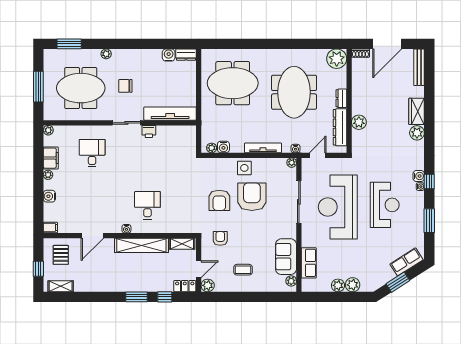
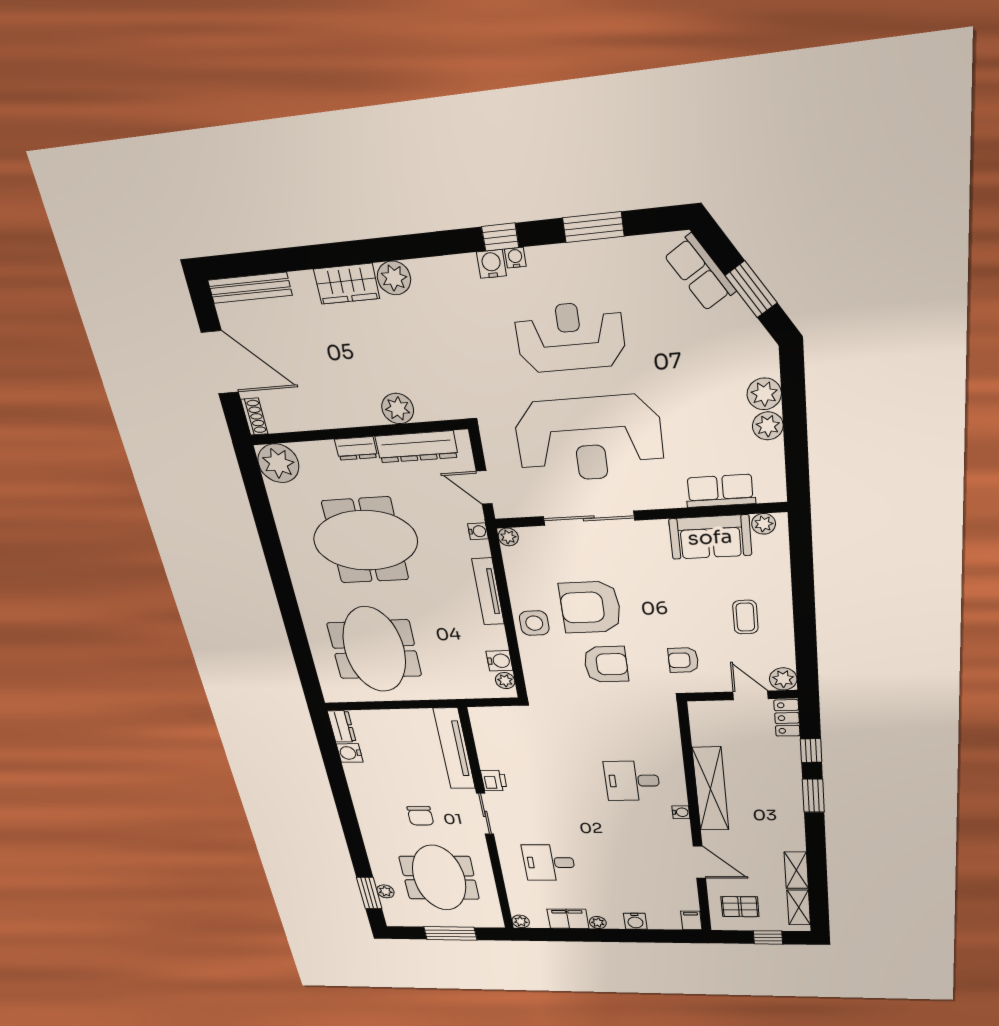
plant: (106, 54) -> (385, 891), moved
shelving: (182, 244) -> (796, 870), moved

